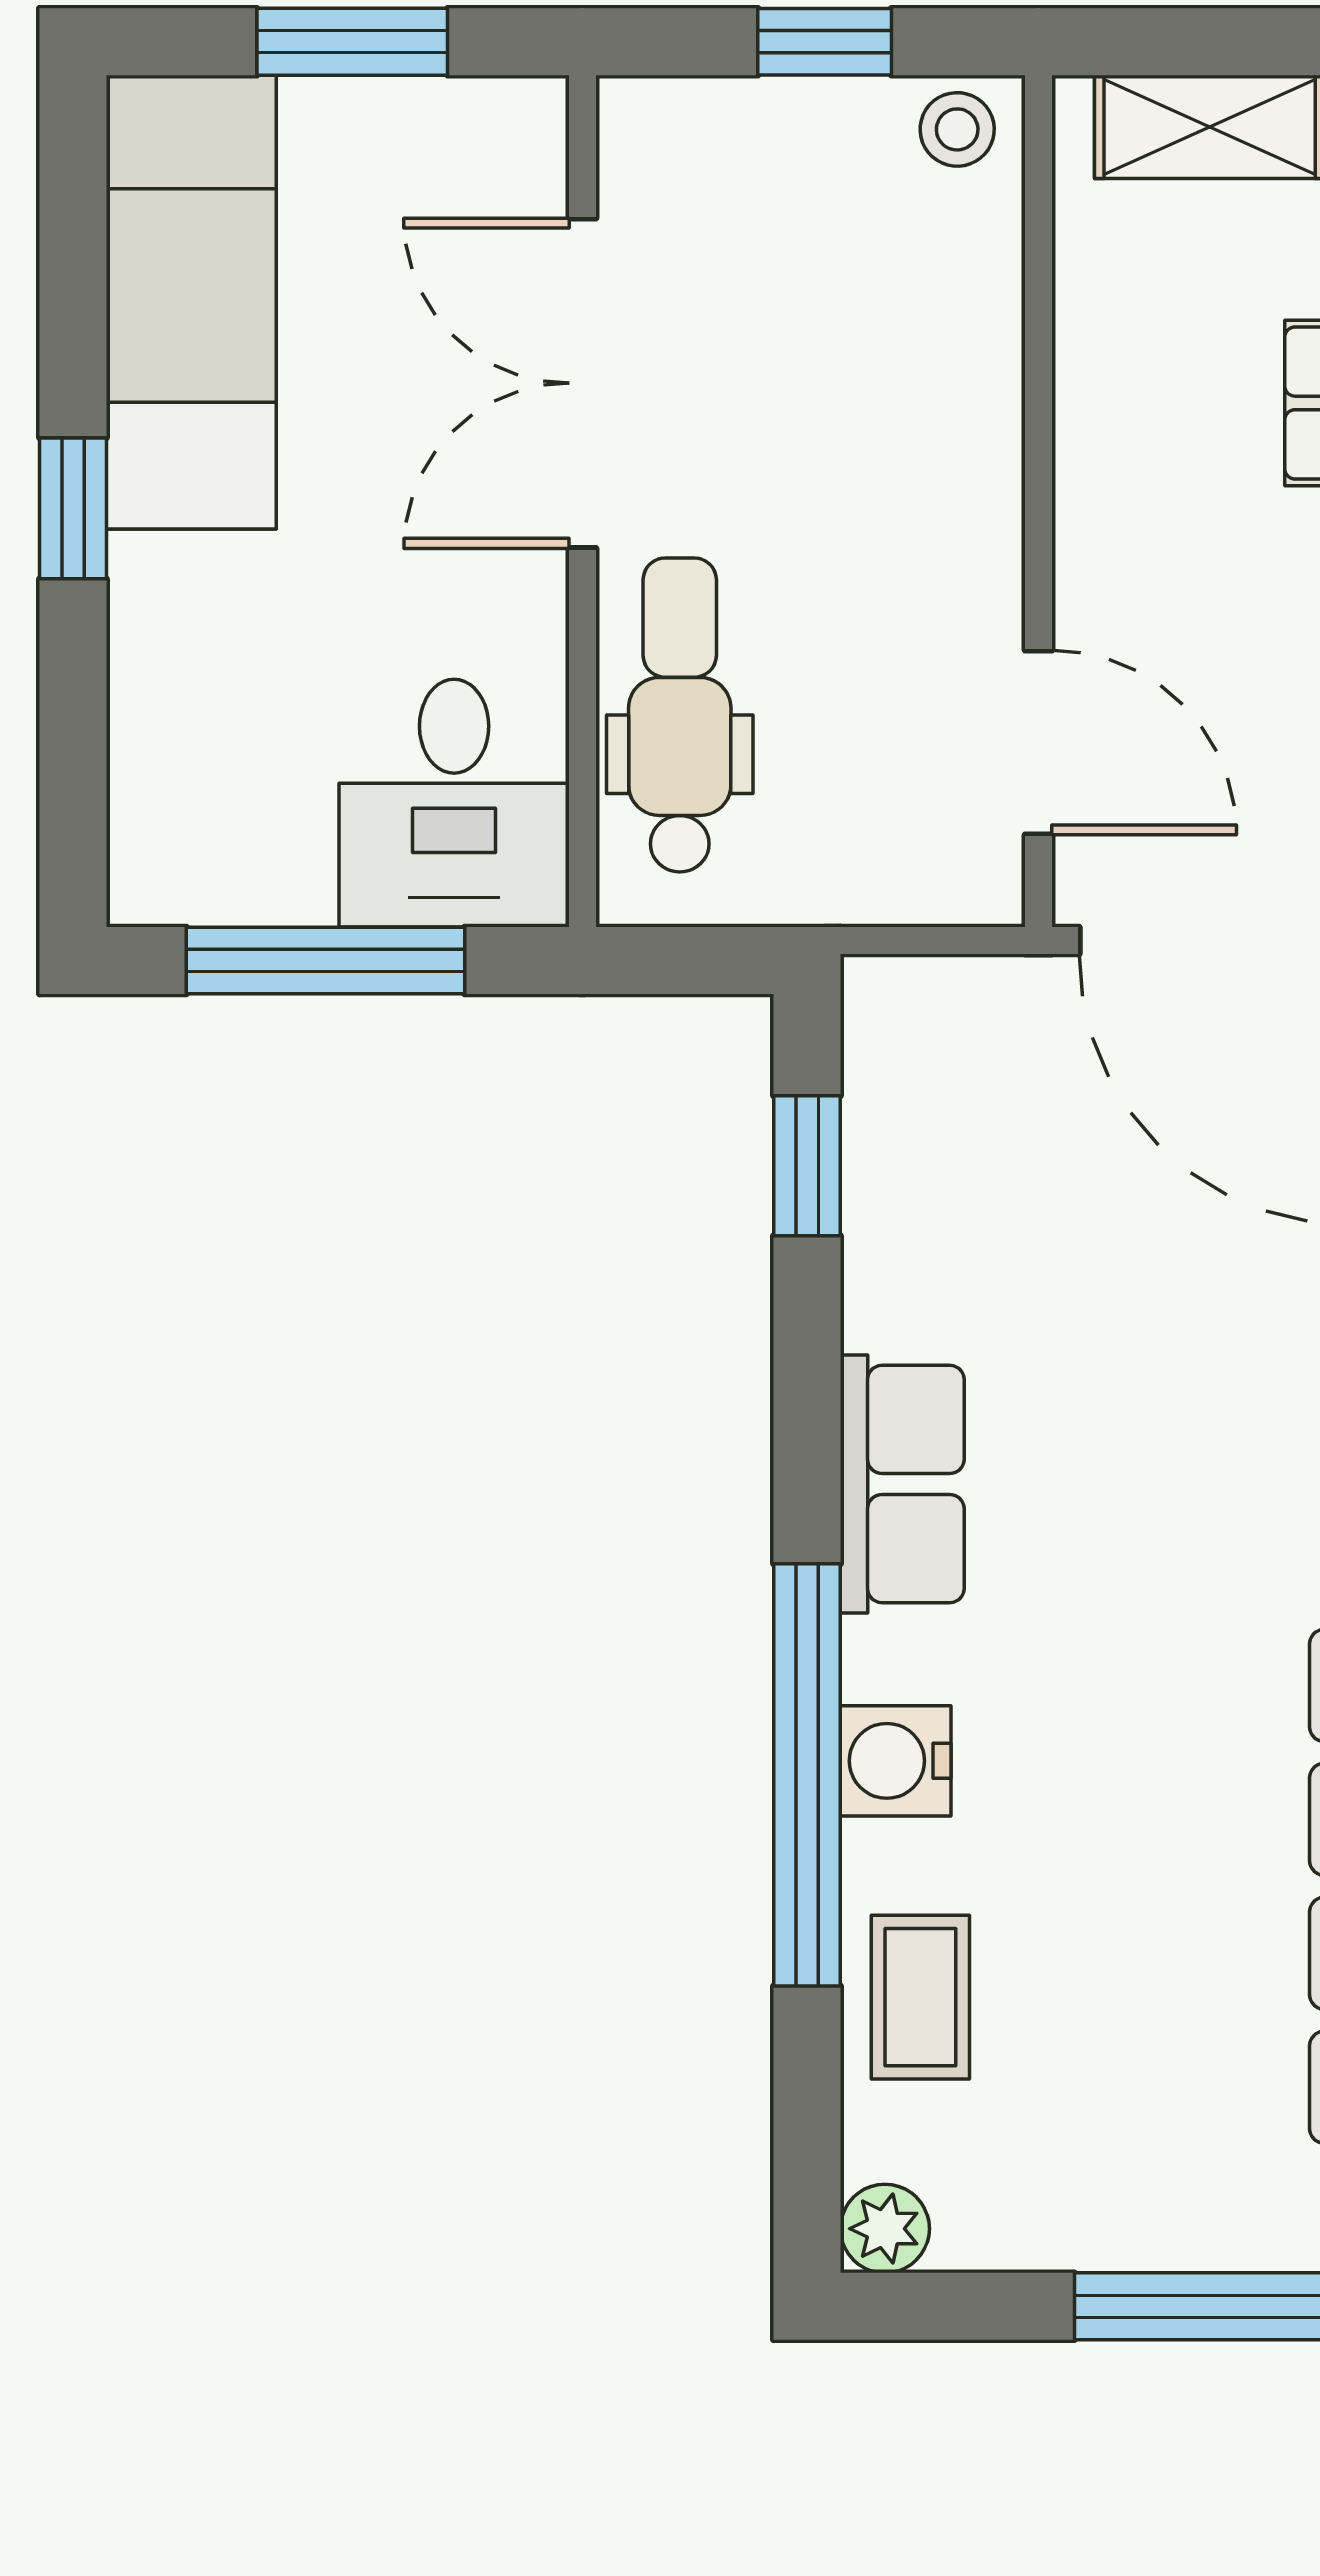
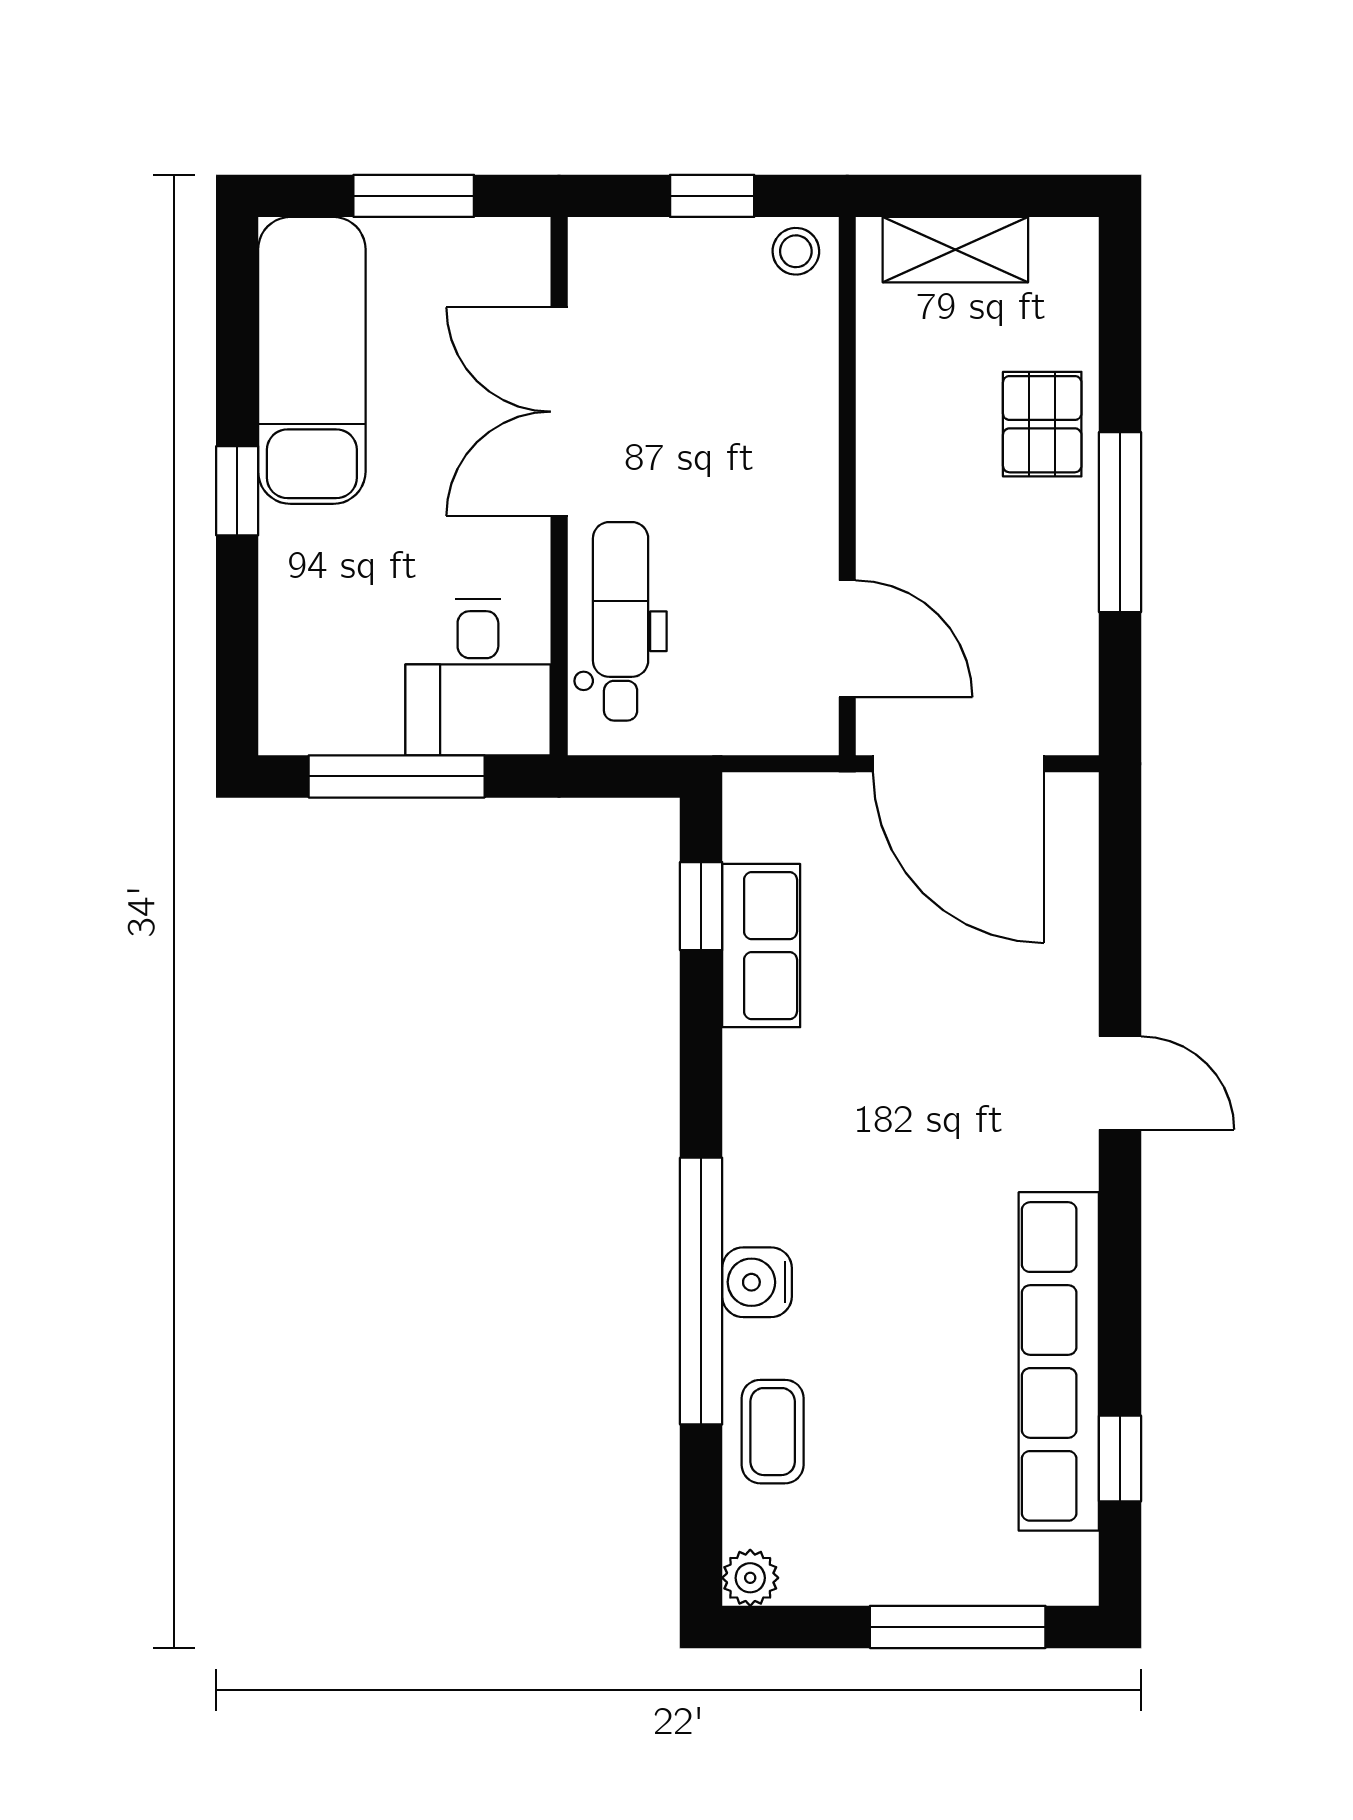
row of seats: (902, 1484) -> (761, 946), moved

